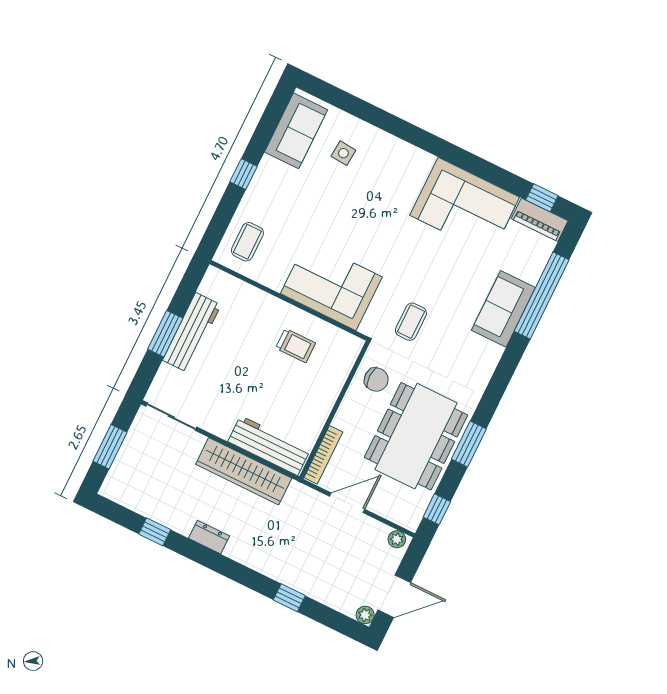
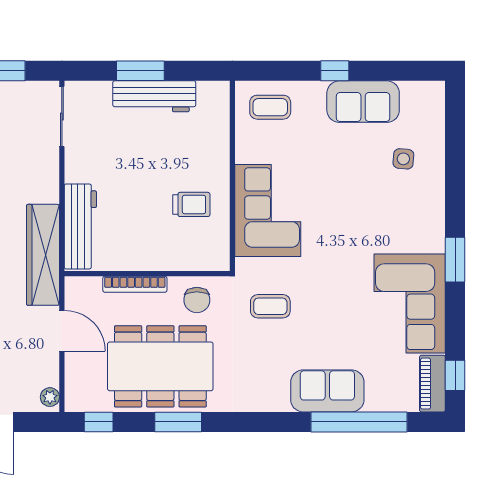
sofa: (296, 131) -> (363, 102), moved
window: (447, 151) -> (455, 260), added
trolley: (296, 346) -> (191, 204), turned -90
bookcase: (323, 455) -> (135, 284), moved
wardrobe: (244, 471) -> (43, 255), moved

